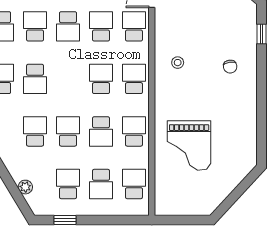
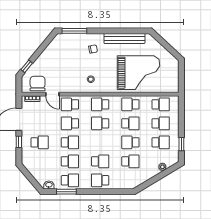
school desk: (35, 26) -> (70, 161), turned 180
window: (262, 34) -> (74, 31), width x2.17
bench: (248, 121) -> (124, 38), added
school desk: (35, 131) -> (130, 161), turned 180
grand piano: (189, 145) -> (139, 73), width x1.37, depth x1.48
school desk: (68, 184) -> (161, 142), turned 180
school desk: (134, 184) -> (161, 104), turned 180

